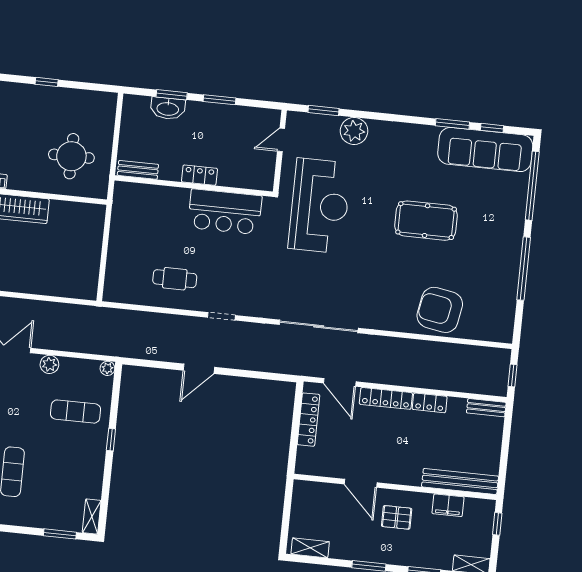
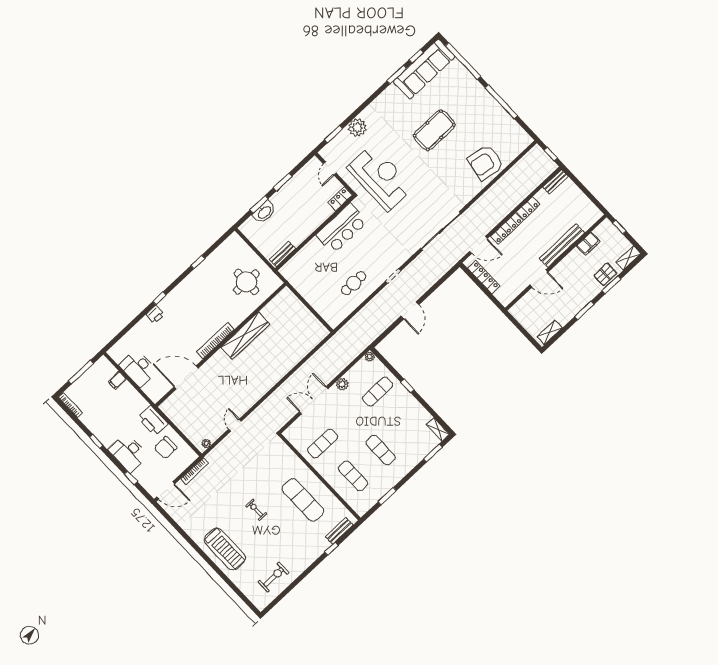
locker: (199, 175) -> (340, 199), moved
bench: (460, 481) -> (562, 245), moved
pallet: (397, 517) -> (605, 274), moved

